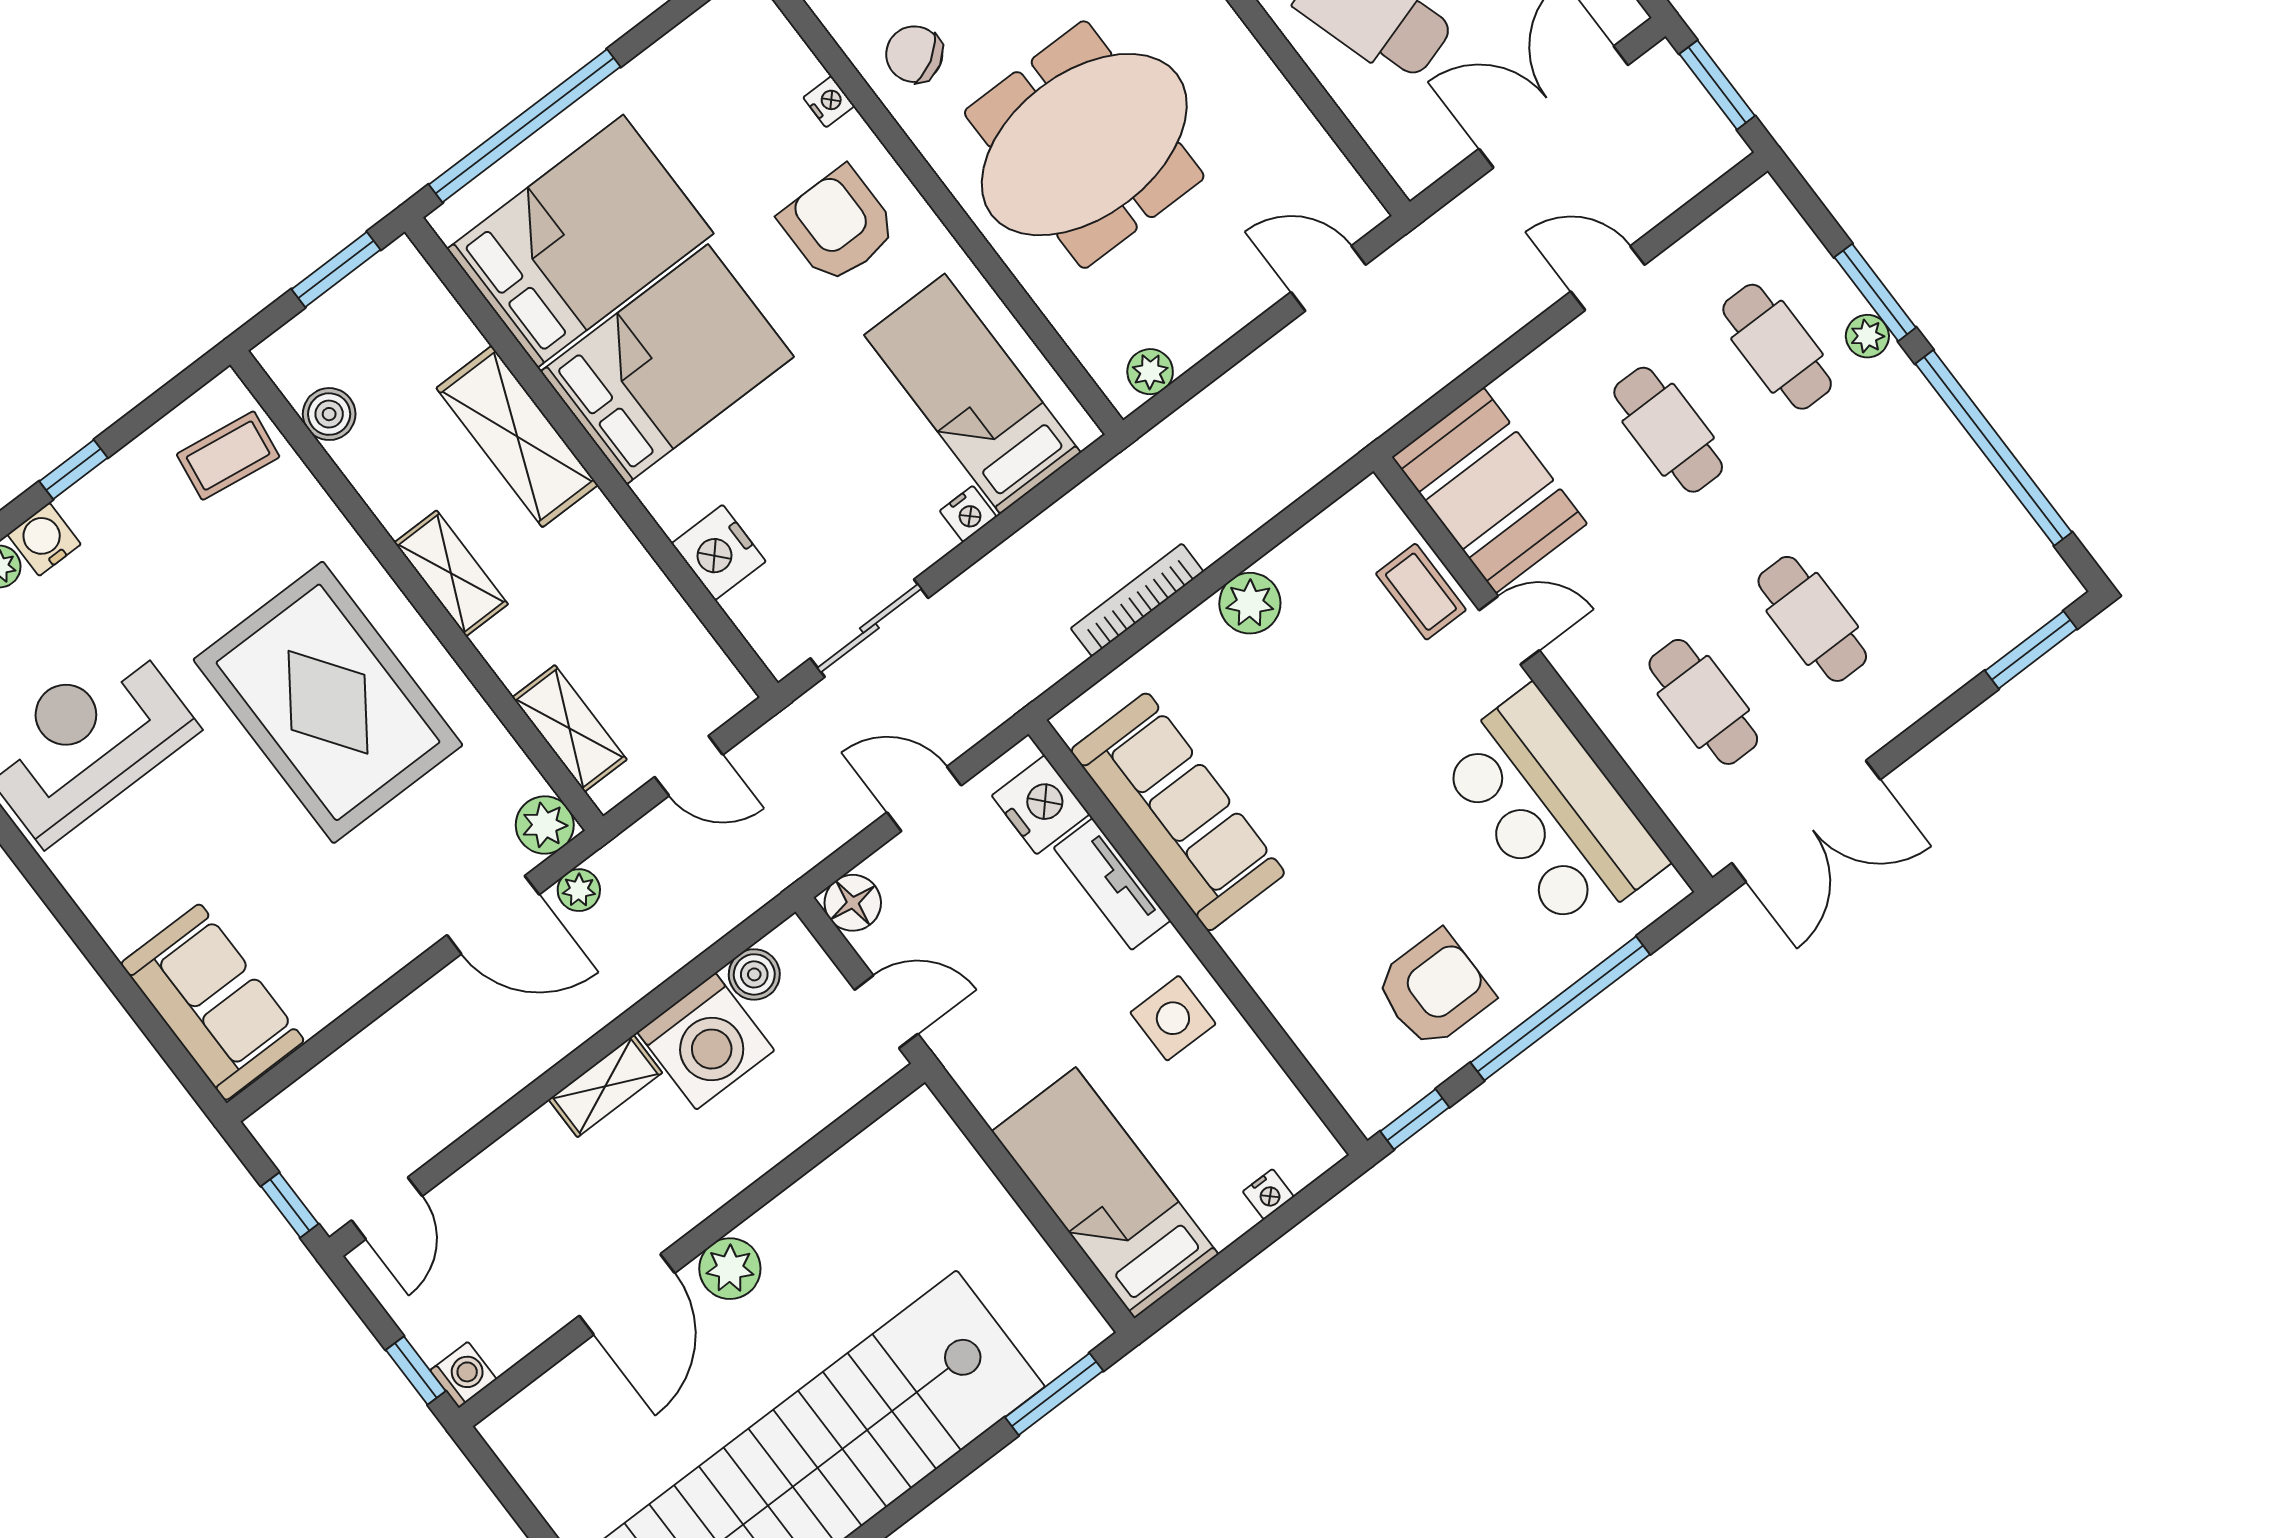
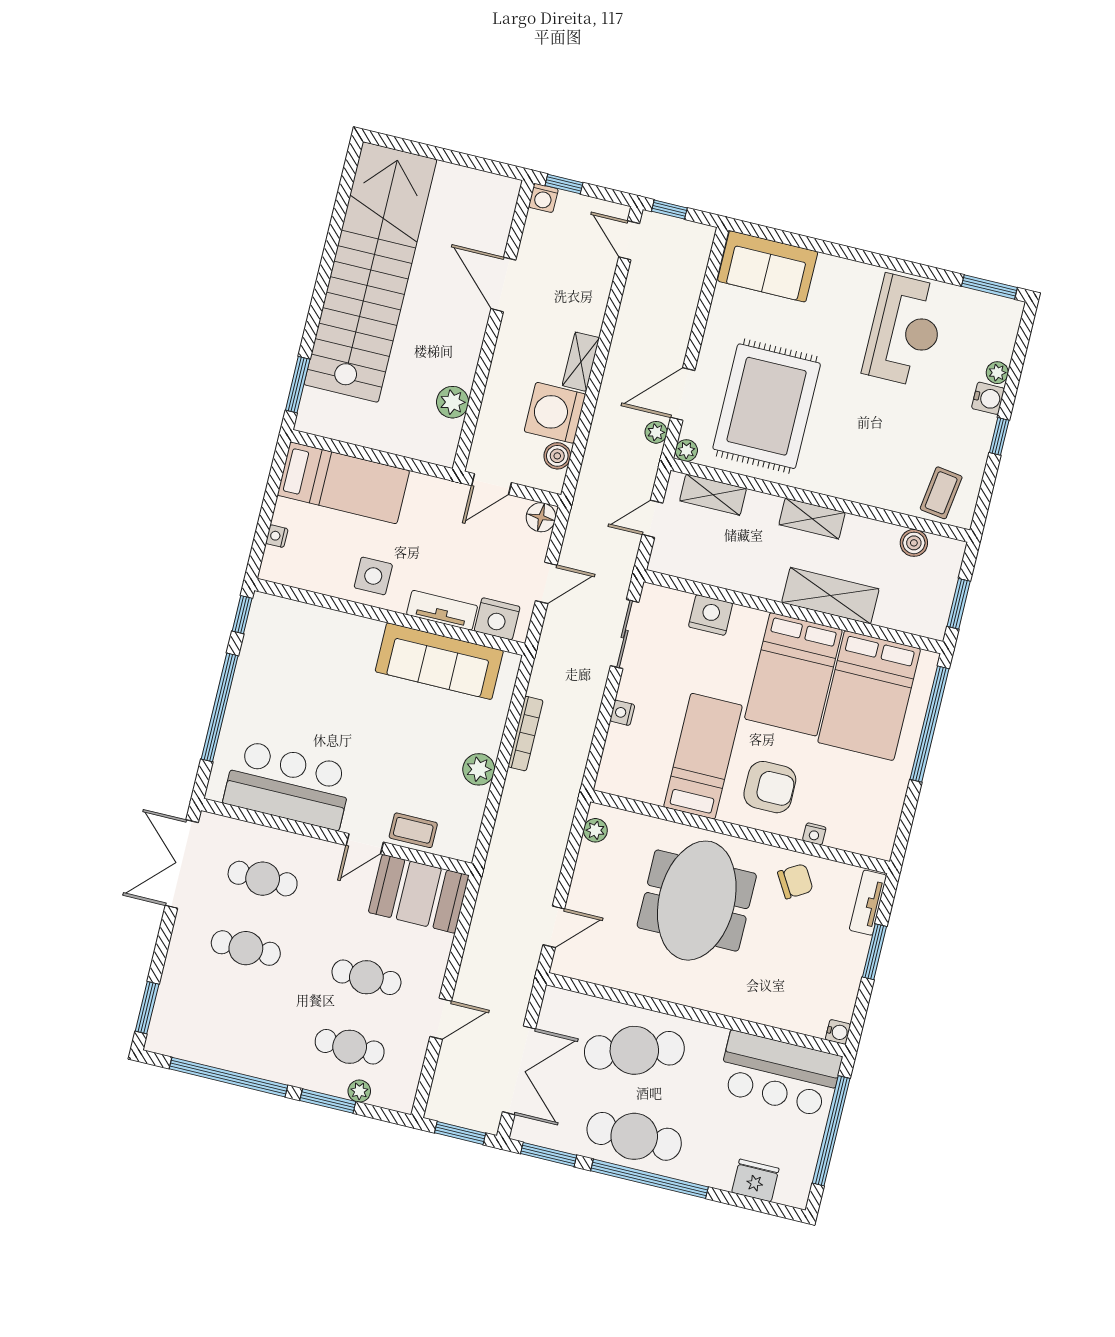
plant: (1867, 336) -> (359, 1091), moved
bed: (972, 394) -> (703, 756), moved, turned -90
rug: (328, 702) -> (767, 406), moved, turned 90
plant: (545, 825) -> (686, 450), width x0.73, depth x0.73
armchair: (1434, 989) -> (277, 674), removed
plant: (730, 1269) -> (453, 402), moved

